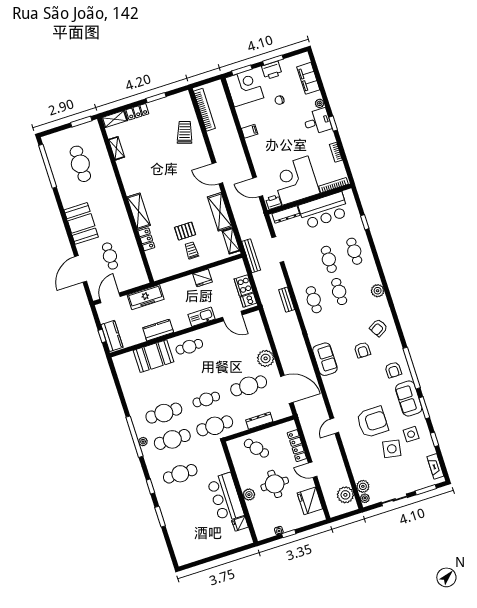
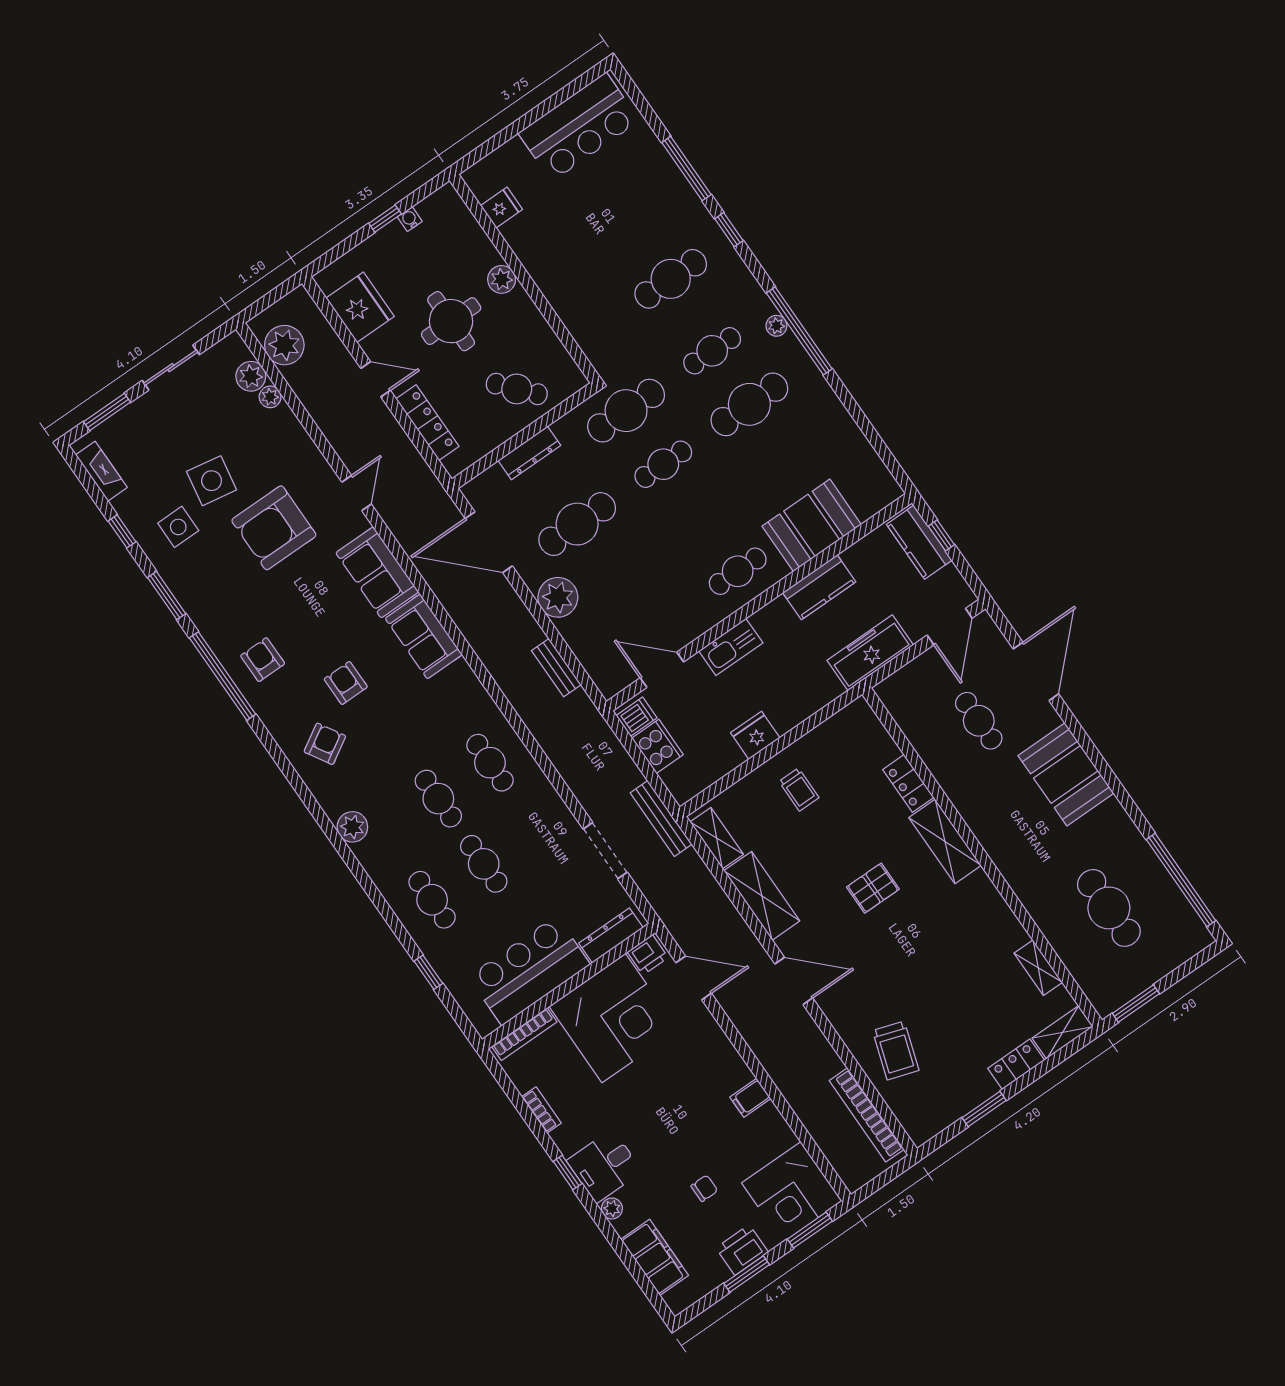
pallet: (185, 231) -> (873, 888), moved
bench: (287, 300) -> (556, 668), moved
sofa: (409, 399) -> (377, 572), moved, turned 180
cafe table: (172, 439) -> (712, 351), width x0.73, depth x0.74
bar counter: (226, 497) -> (579, 127), moved, turned 90
plant: (365, 498) -> (270, 397), moved
window: (160, 517) -> (686, 169), width x1.44

